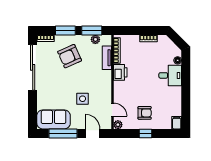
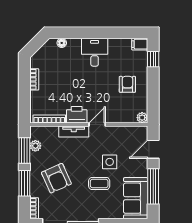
tv unit: (107, 58) -> (74, 132), moved
desk: (170, 75) -> (95, 52), moved
coffee table: (65, 90) -> (99, 183), added
door: (112, 110) -> (97, 124), moved
window: (145, 133) -> (153, 59), moved

